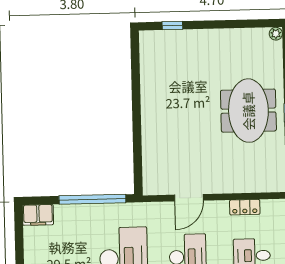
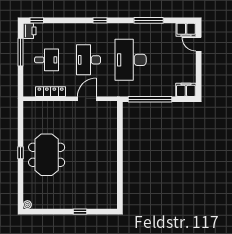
window: (172, 26) -> (80, 212), moved
locker: (245, 207) -> (51, 92), width x1.53

